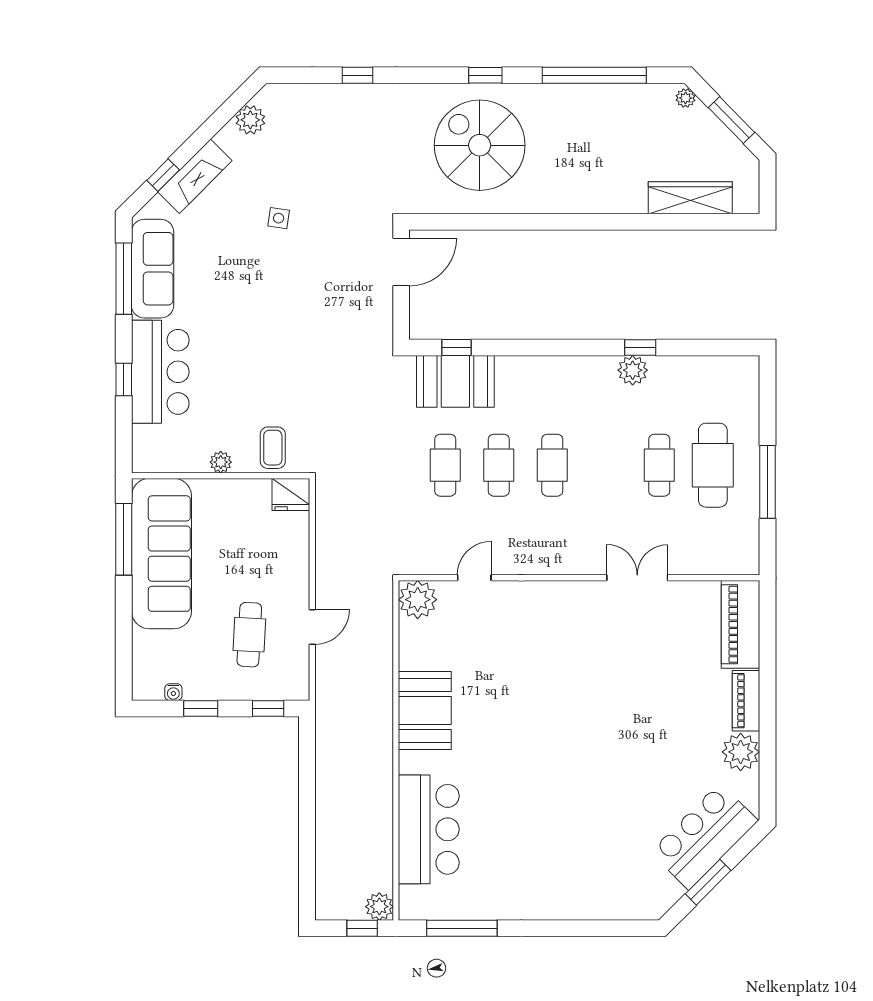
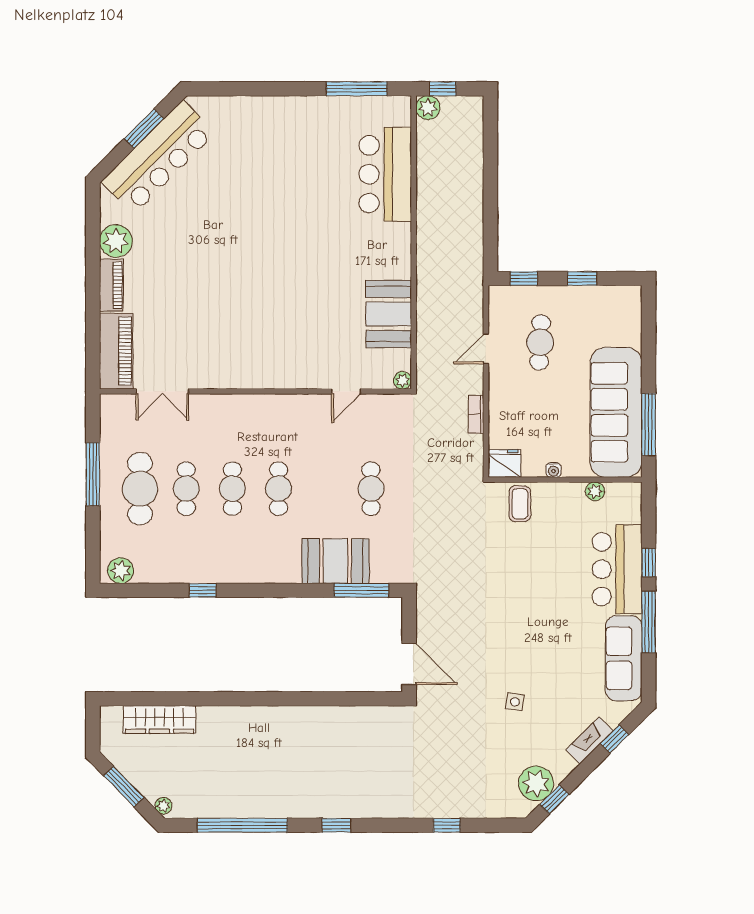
window: (233, 105) -> (554, 799), added
plant: (250, 120) -> (536, 783), width x1.36, depth x1.36
spiral stairs: (480, 145) -> (341, 765), removed
fireplace: (195, 176) -> (589, 740), width x0.73, depth x0.76
door: (401, 262) -> (409, 664), swing flipped
window: (124, 279) -> (649, 622), moved
window: (456, 347) -> (361, 590), width x2.17
plant: (633, 370) -> (121, 571), moved
booth: (455, 381) -> (335, 561), moved
plant: (221, 462) -> (595, 491), moved
cafe table: (499, 465) -> (232, 489), moved
bookcase: (324, 551) -> (476, 414), added
double door: (637, 578) -> (162, 391), moved
plant: (418, 600) -> (403, 380), width x0.53, depth x0.53
water cooler: (173, 692) -> (553, 470), moved, turned 180
booth: (425, 711) -> (389, 314), moved
bar counter: (704, 836) -> (158, 157), width x1.36

